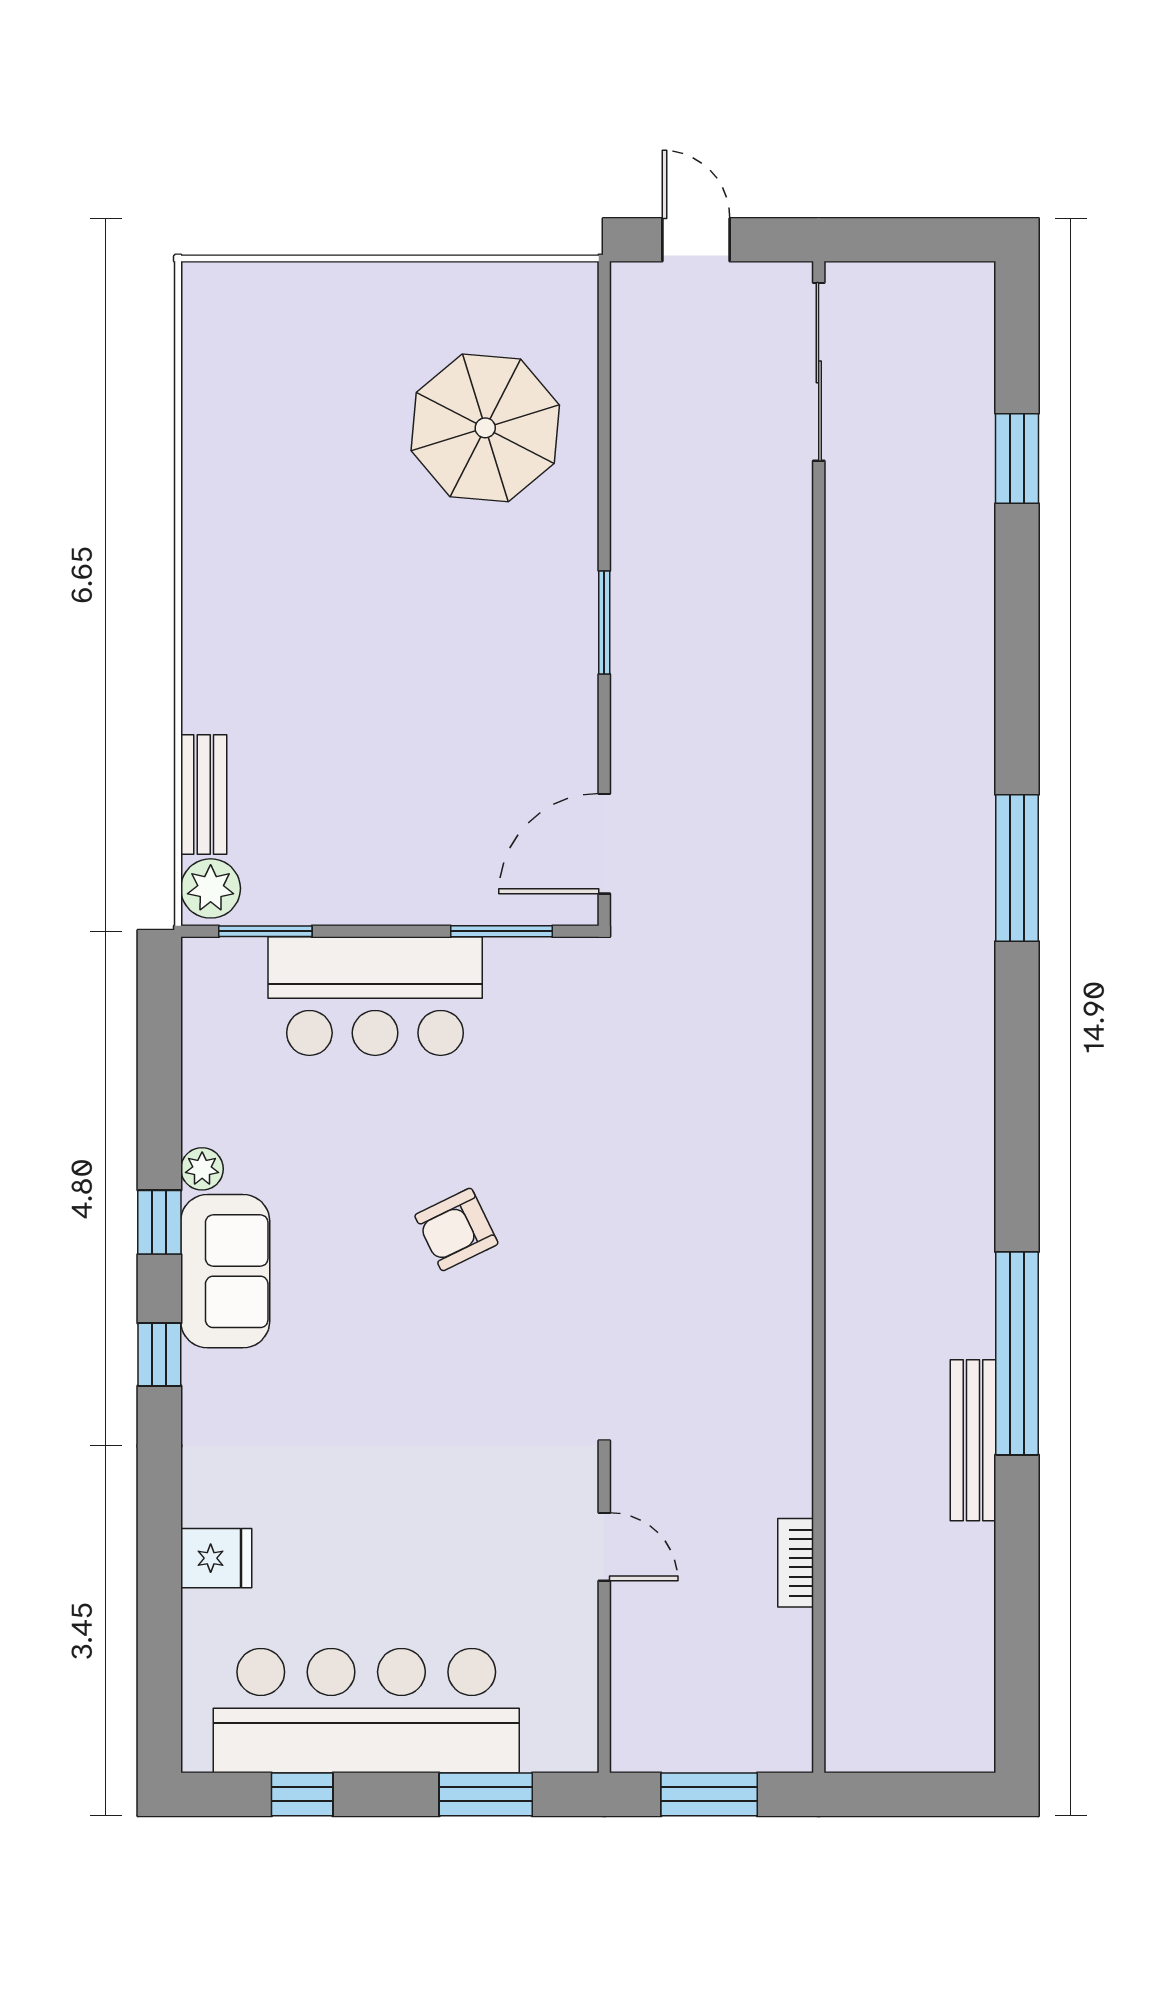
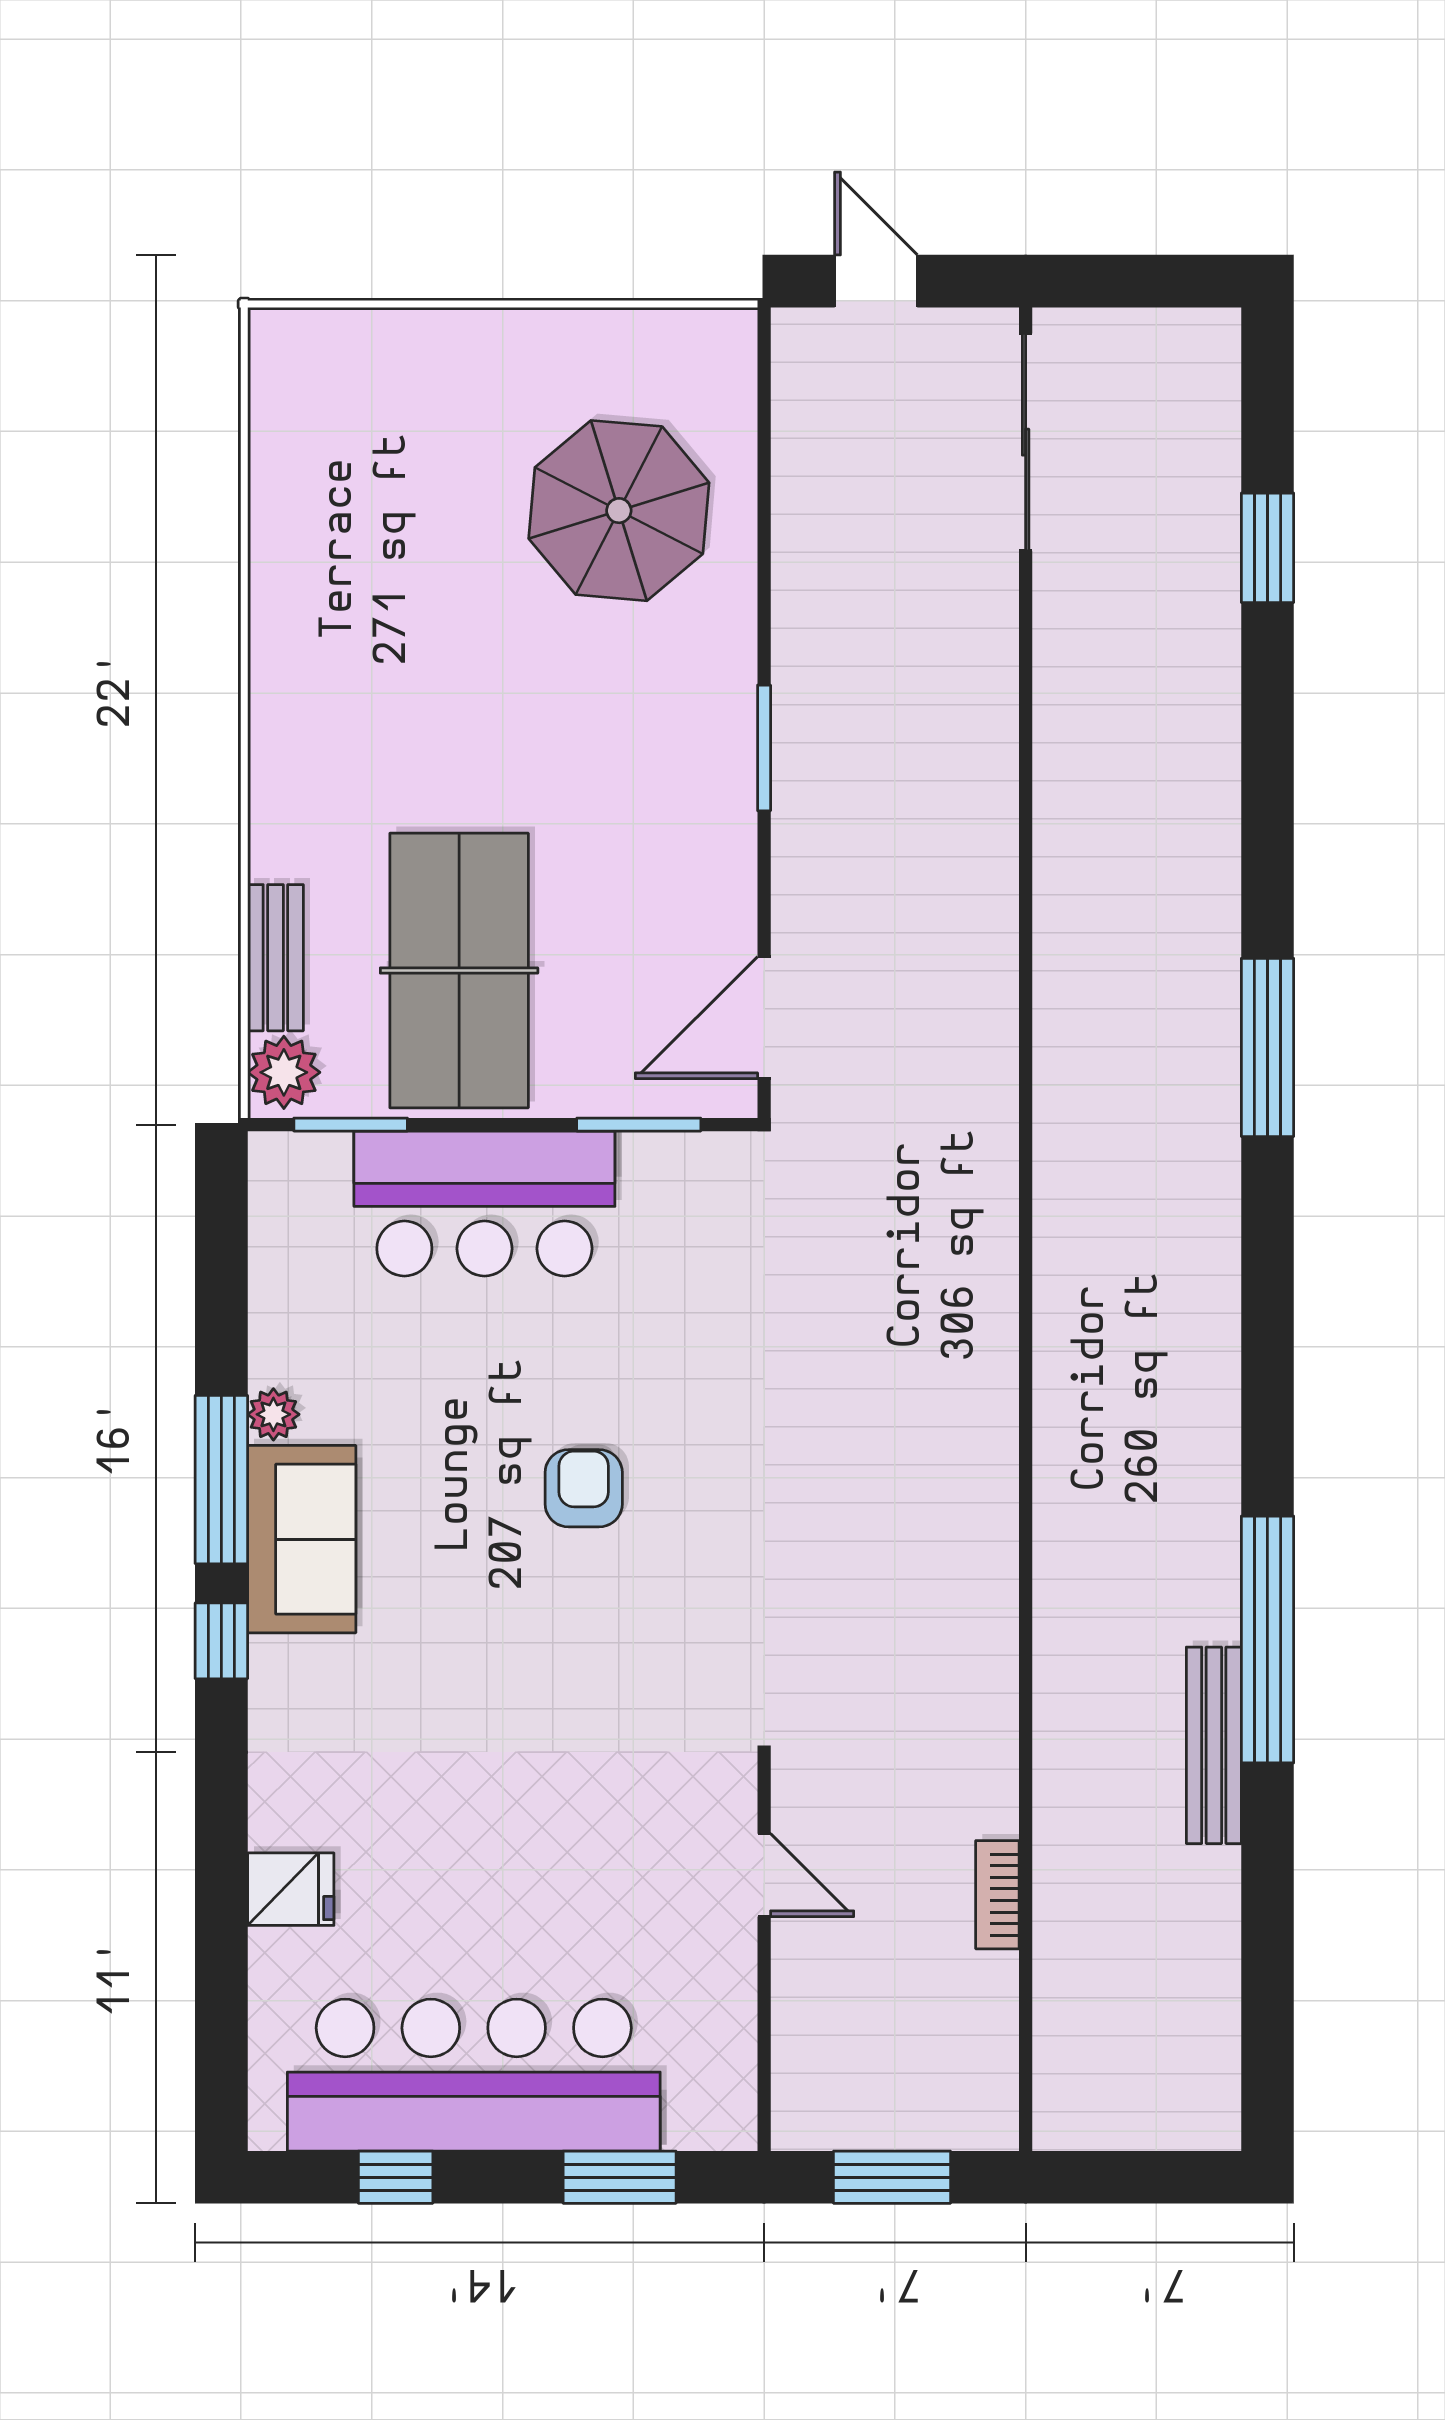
table tennis table: (354, 805) -> (459, 970), added
window: (159, 1222) -> (221, 1480), width x2.17
armchair: (456, 1229) -> (584, 1488), turned 116

